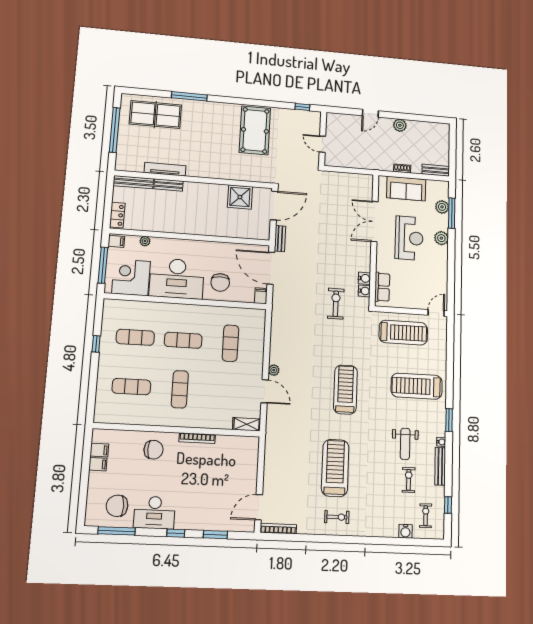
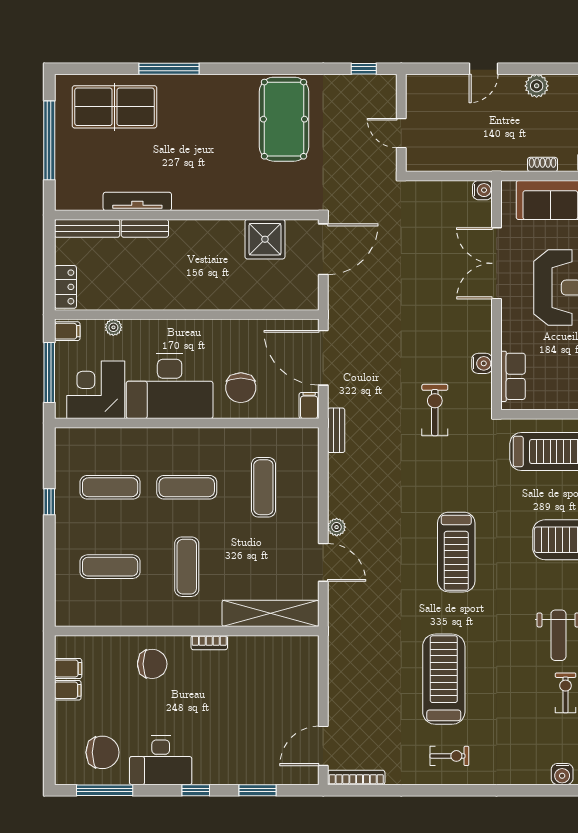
bench: (280, 239) -> (336, 430), moved
water cooler: (364, 291) -> (482, 190), moved
treadmill: (345, 390) -> (456, 552), turned 180
shelving: (247, 424) -> (271, 613), width x2.20, depth x1.33
bookcase: (197, 438) -> (209, 643), width x0.64
chair: (117, 506) -> (102, 752), turned 180

